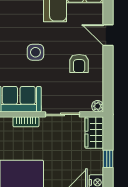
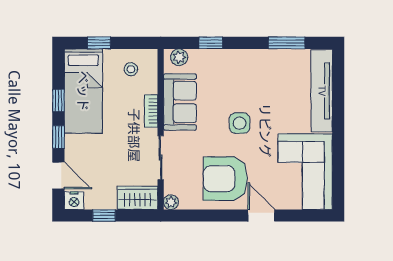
door: (108, 35) -> (261, 216), hinge flipped
armchair: (79, 64) -> (225, 179), width x1.88, depth x1.88

